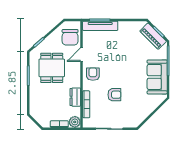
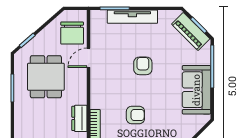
tv unit: (100, 26) -> (132, 17), moved
armchair: (93, 74) -> (143, 66), moved

